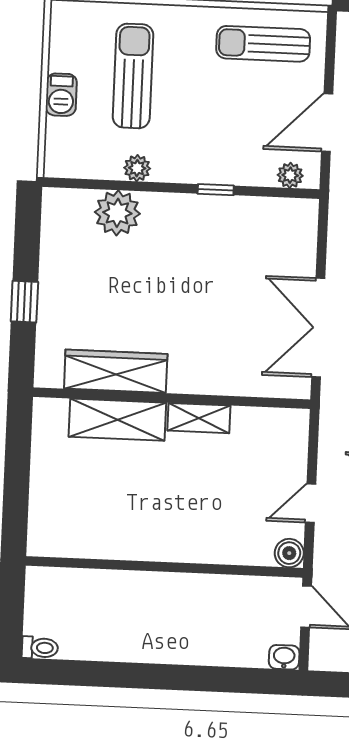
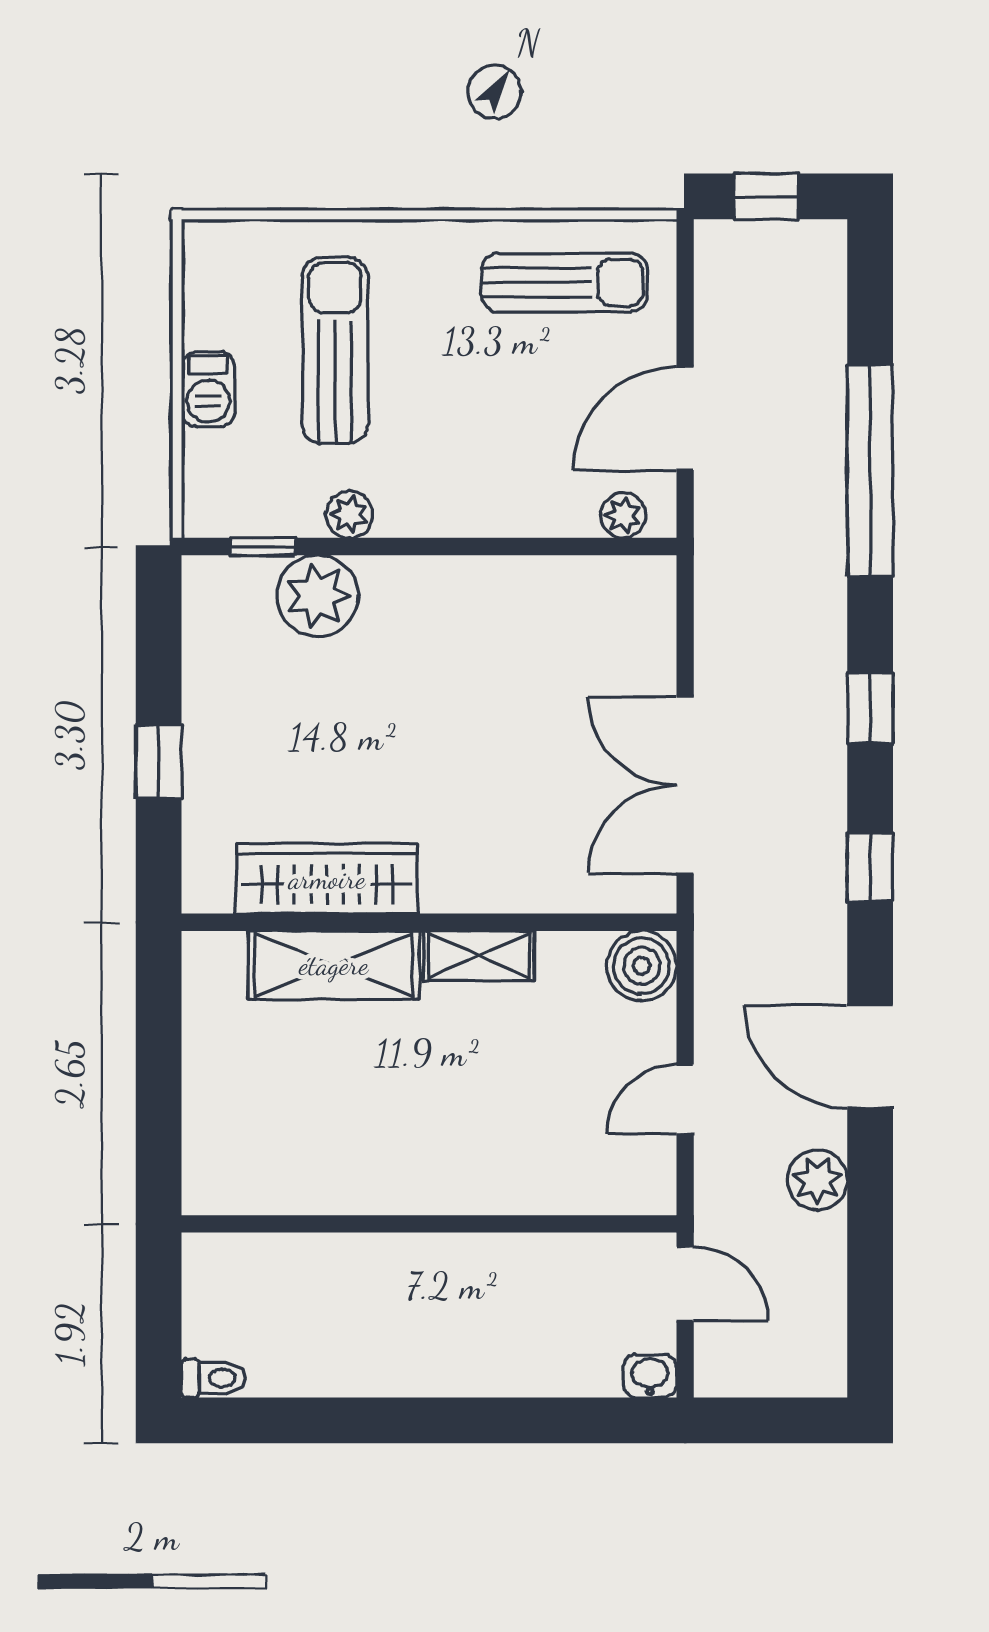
sun lounger: (263, 44) -> (565, 283), turned 180
window: (216, 190) -> (263, 547), moved
boiler: (289, 553) -> (642, 966), moved, width x1.36, depth x1.36

